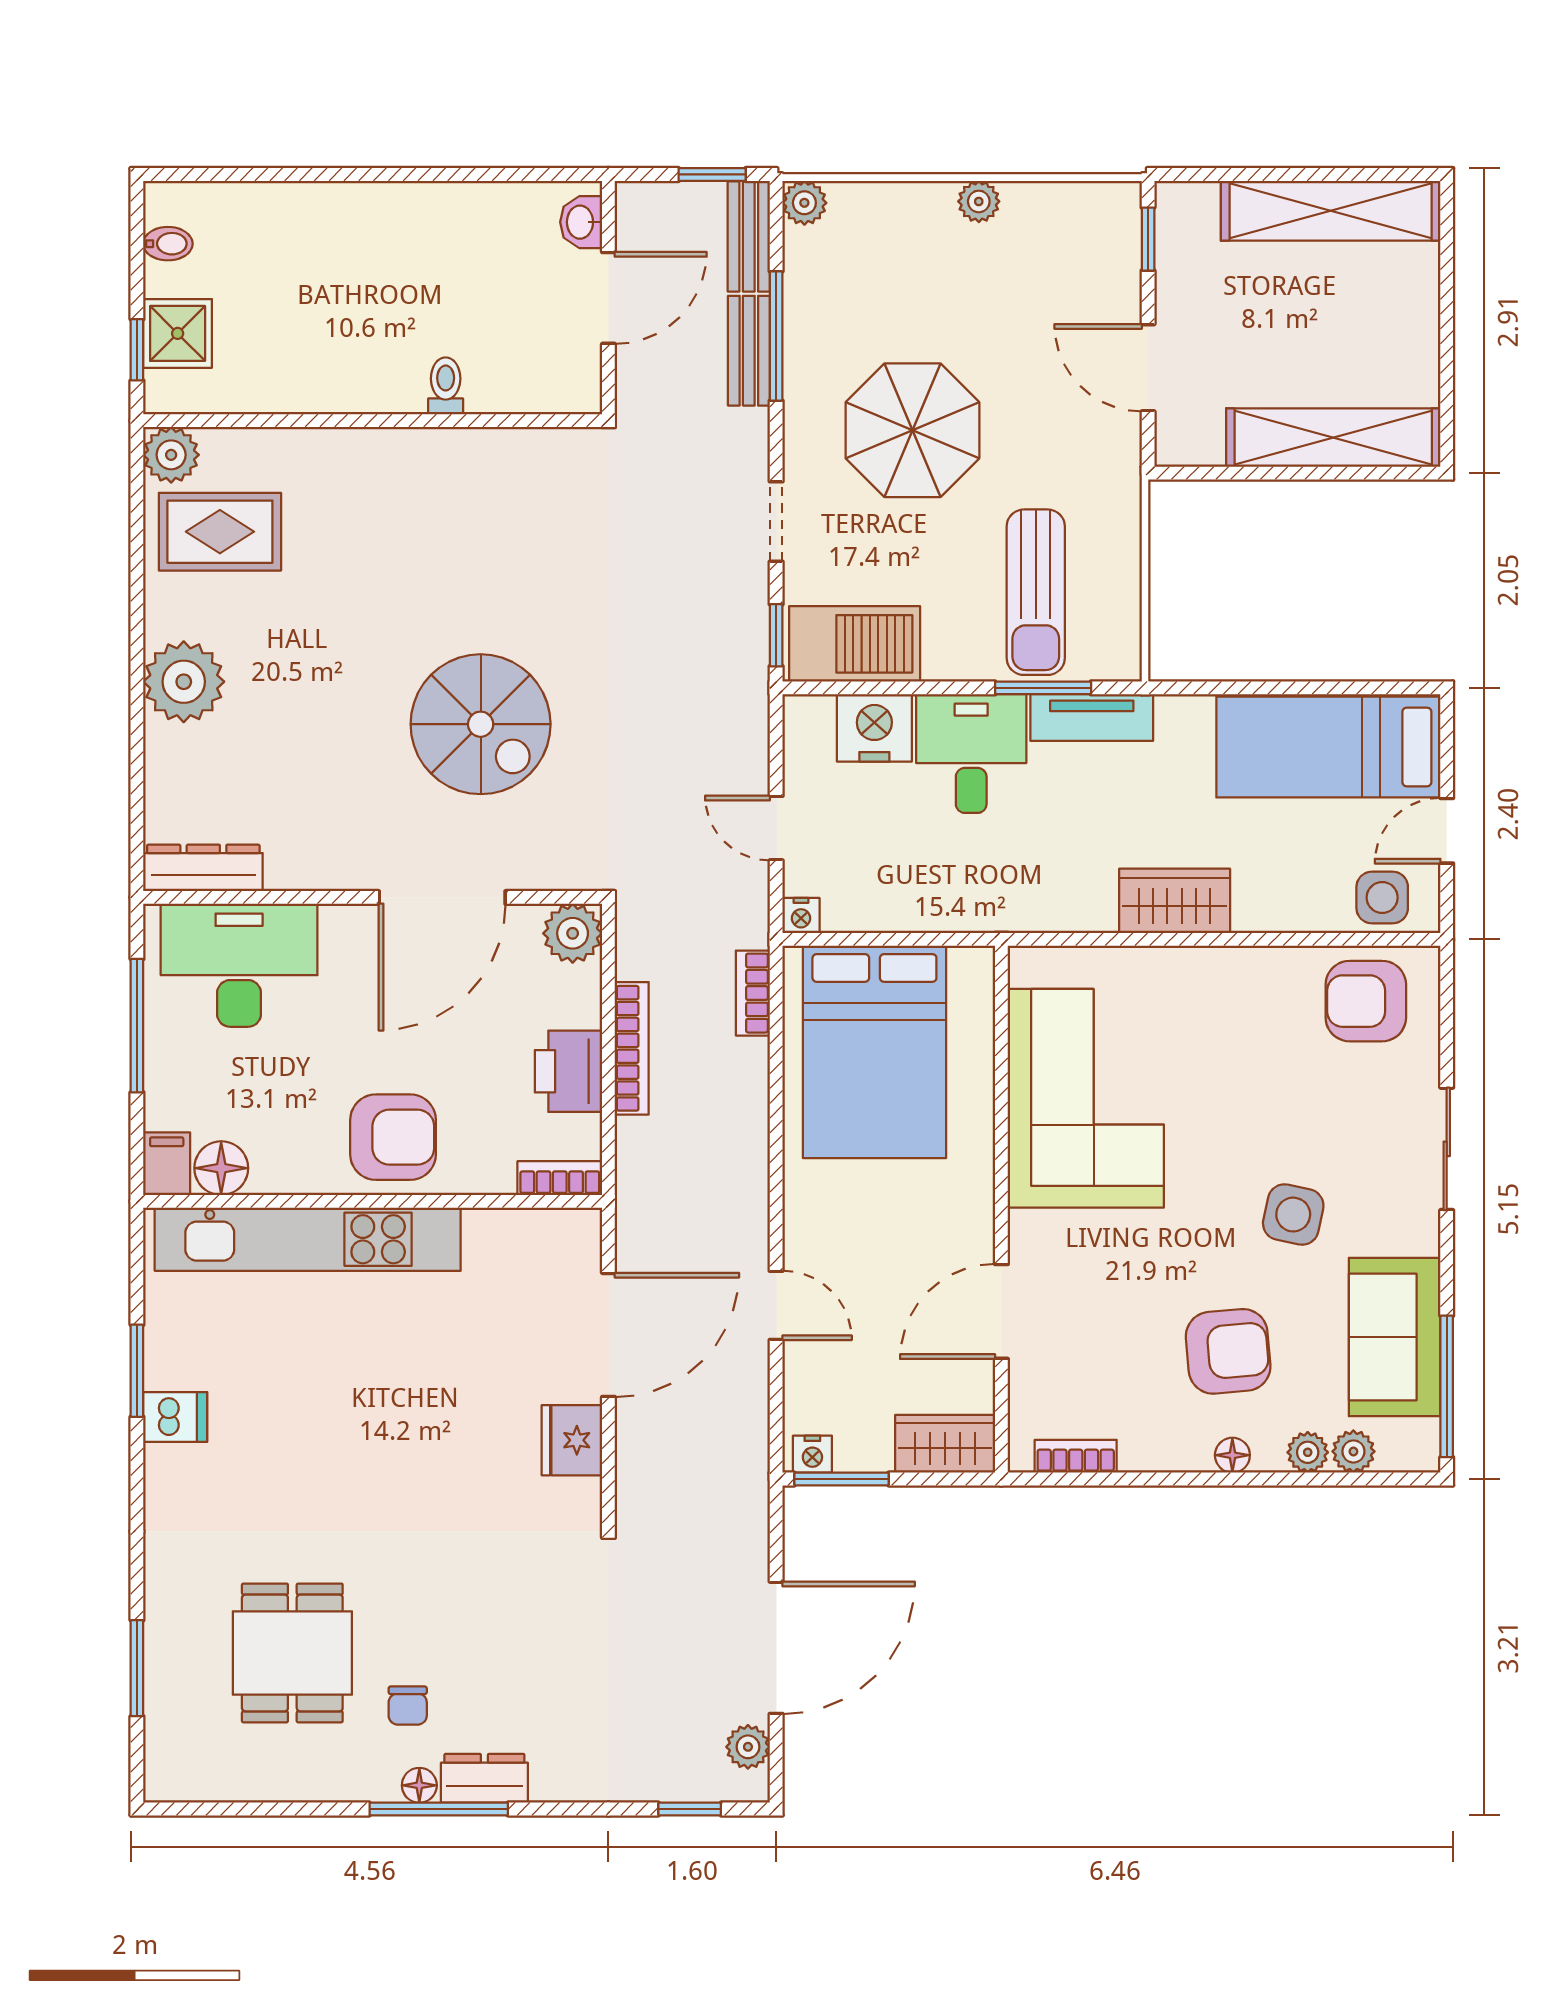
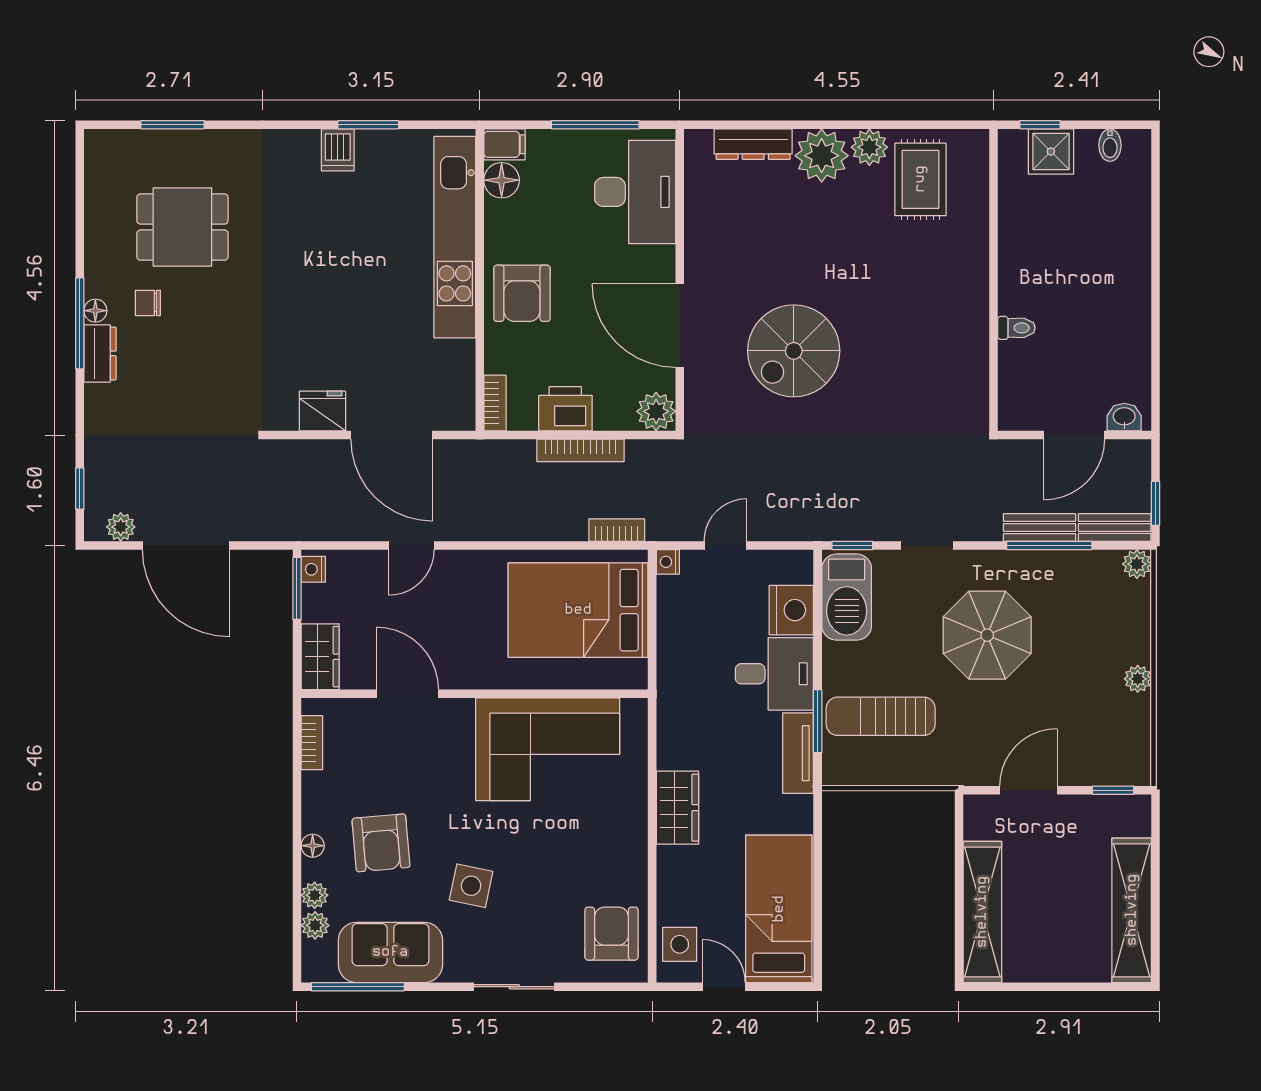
door: (608, 298) -> (1074, 435), hinge flipped
plant: (171, 455) -> (869, 147), moved
dresser: (203, 868) -> (753, 144), moved, turned 90

